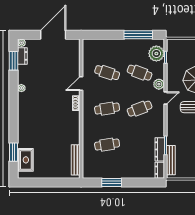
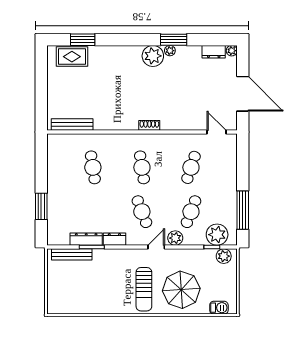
plant: (172, 49) -> (224, 256), added
window: (13, 61) -> (174, 40), moved
door: (81, 84) -> (217, 132), moved
door: (166, 98) -> (156, 247), swing flipped
plant: (25, 101) -> (153, 56), added
dresser: (160, 170) -> (114, 239), moved
window: (112, 182) -> (41, 206), moved

